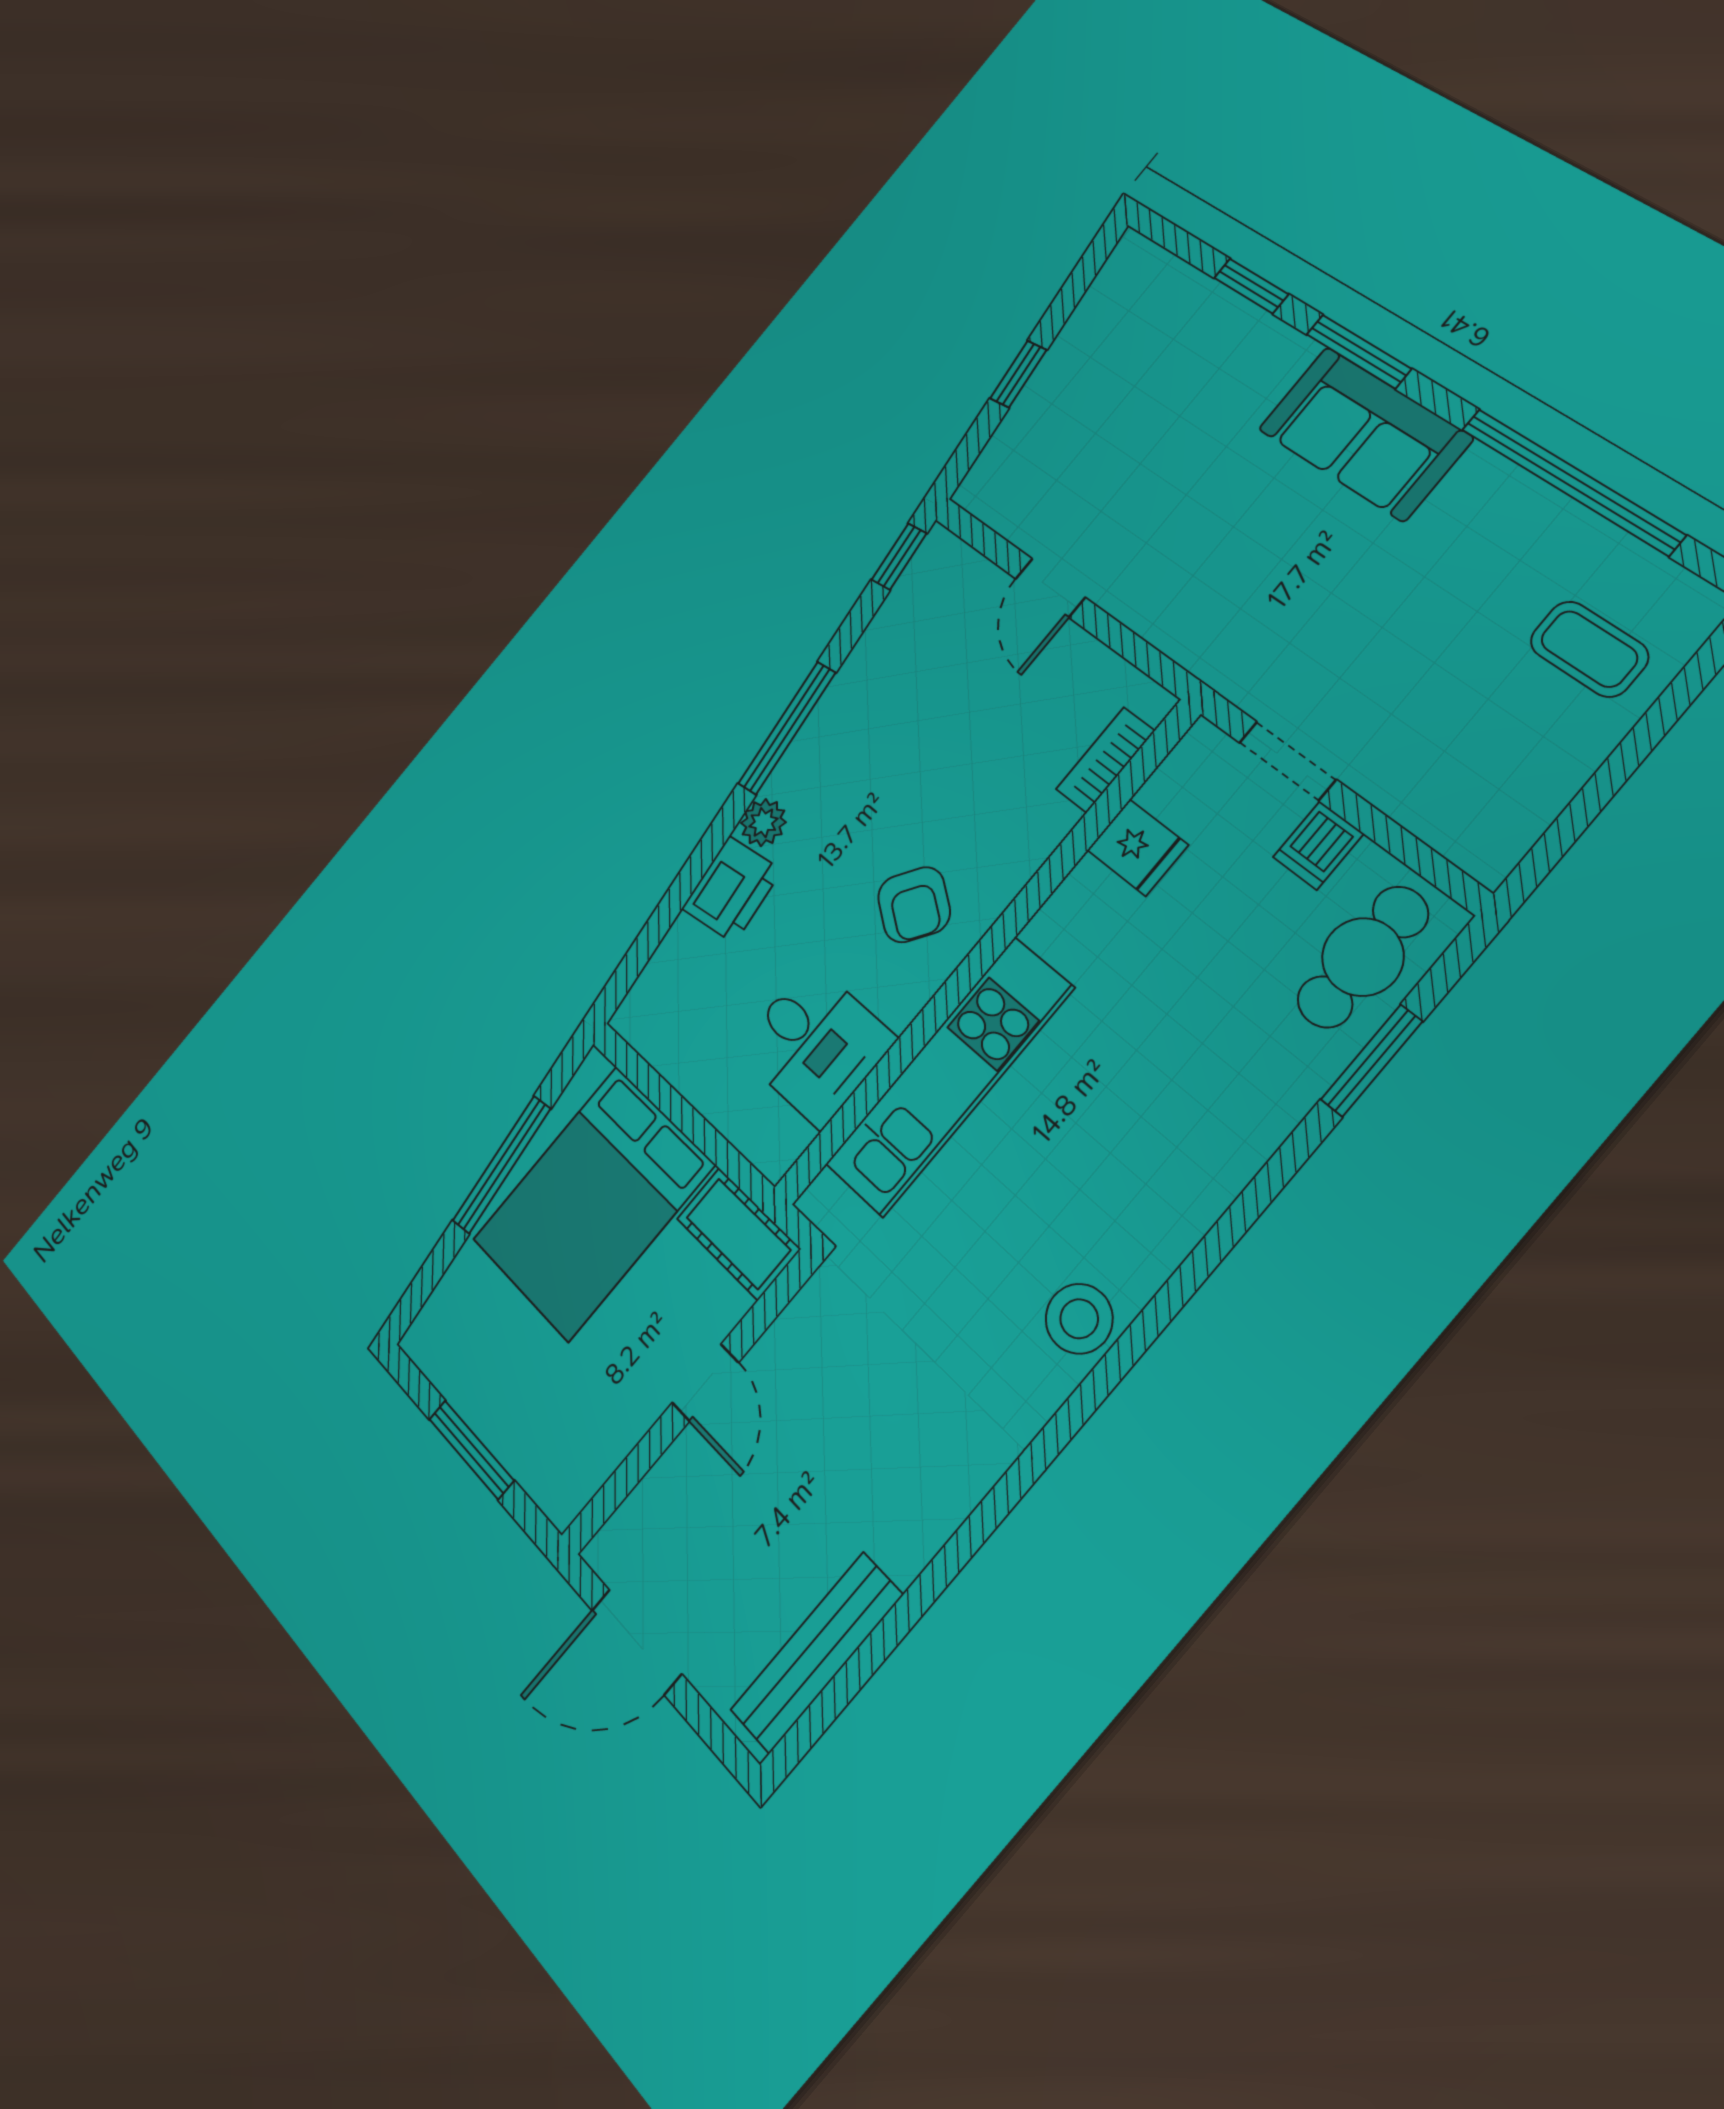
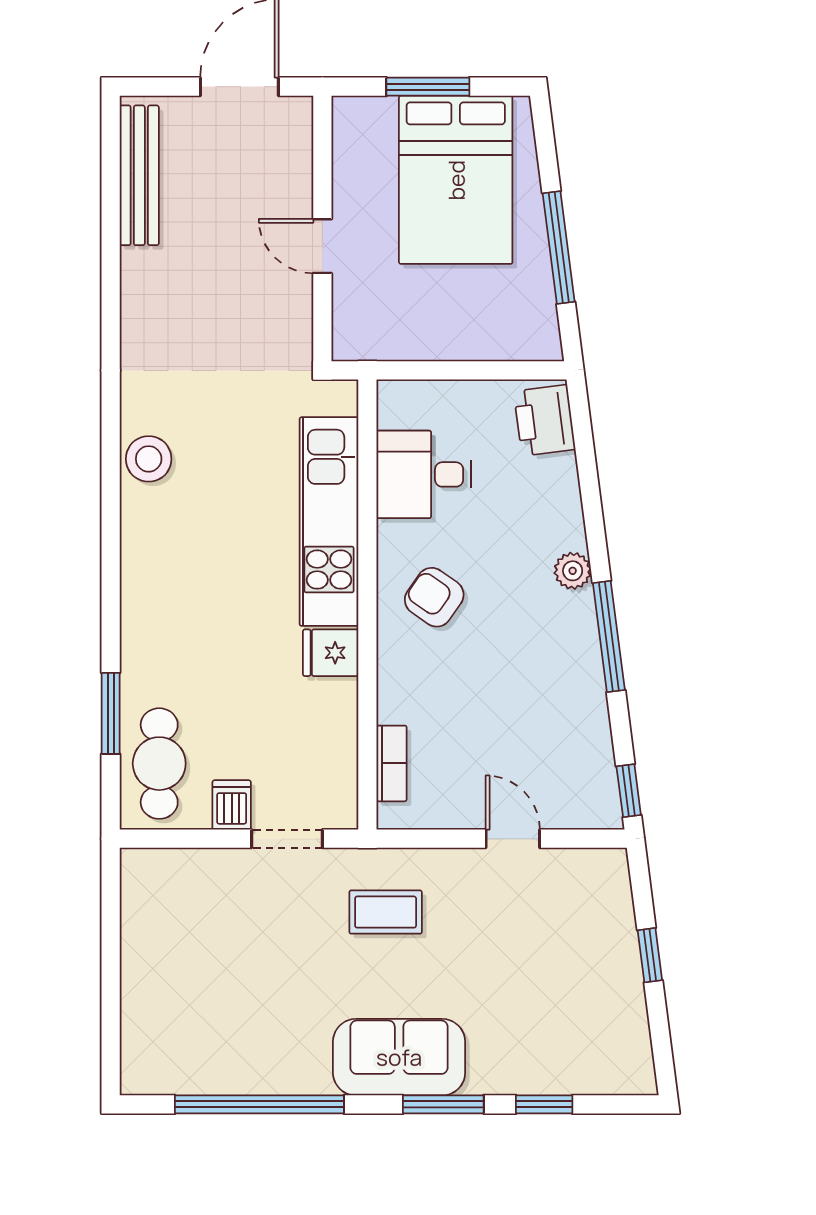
coffee table: (1589, 649) -> (386, 912), moved
fridge: (1137, 847) -> (331, 653), moved
printer: (732, 890) -> (545, 420), moved
bed: (593, 1203) -> (456, 180), moved, turned 180
cot: (738, 1234) -> (375, 337), removed

